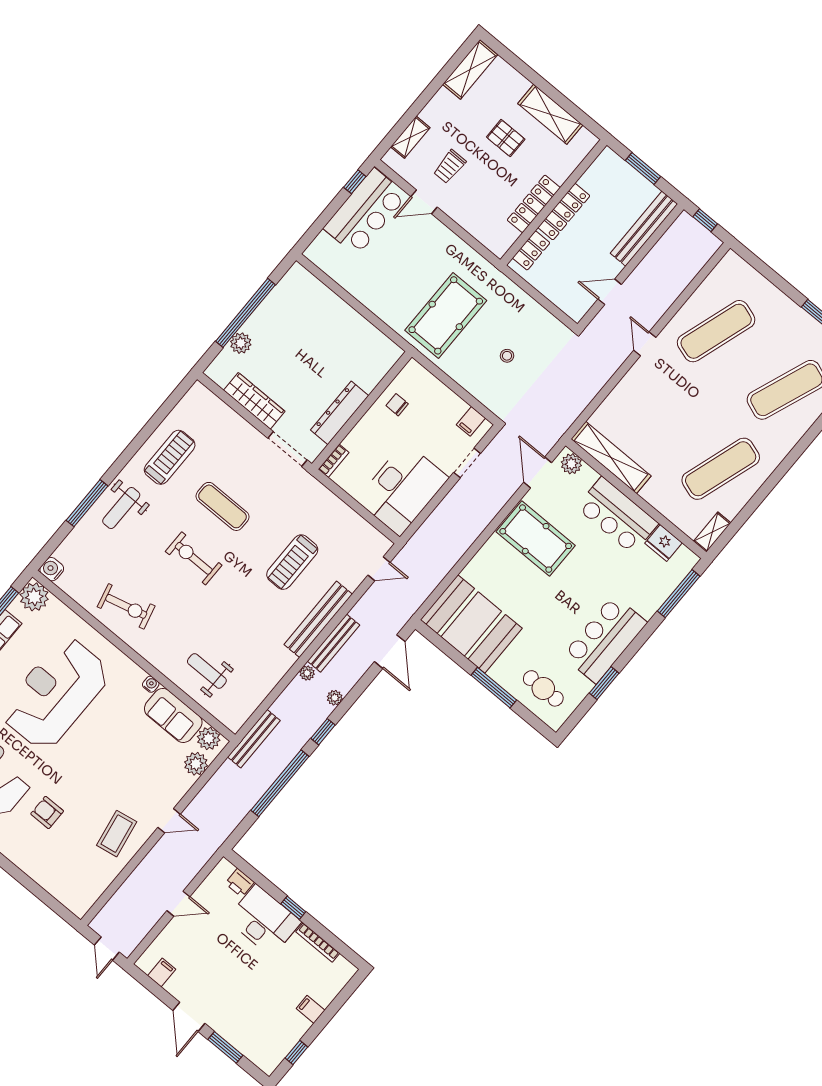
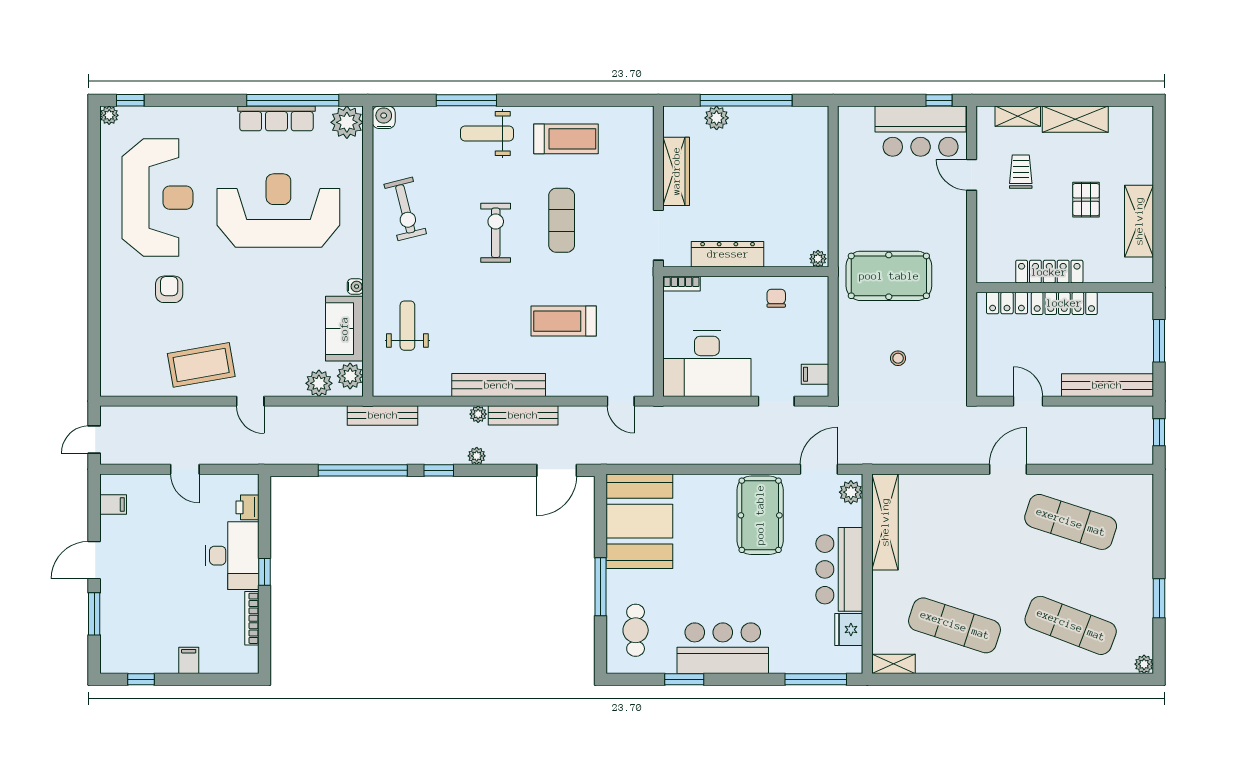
shelving: (470, 69) -> (1075, 119), moved
trolley: (450, 167) -> (1021, 172), turned 90
door: (645, 344) -> (1008, 469), width x1.38
plant: (394, 354) -> (818, 259), added
bench: (318, 619) -> (499, 385), moved
coffee table: (117, 834) -> (201, 365), width x1.36, depth x1.32

